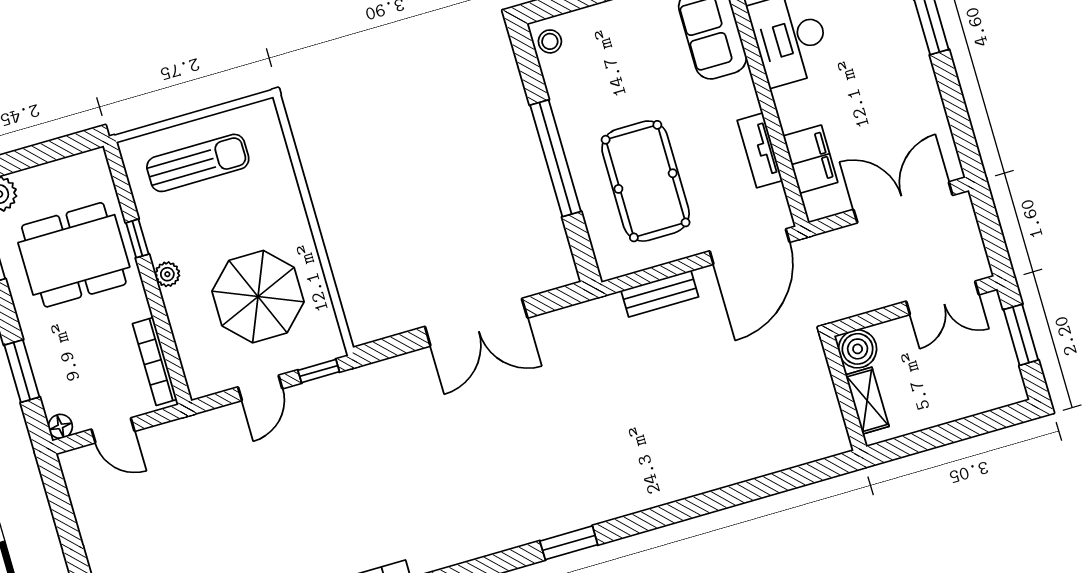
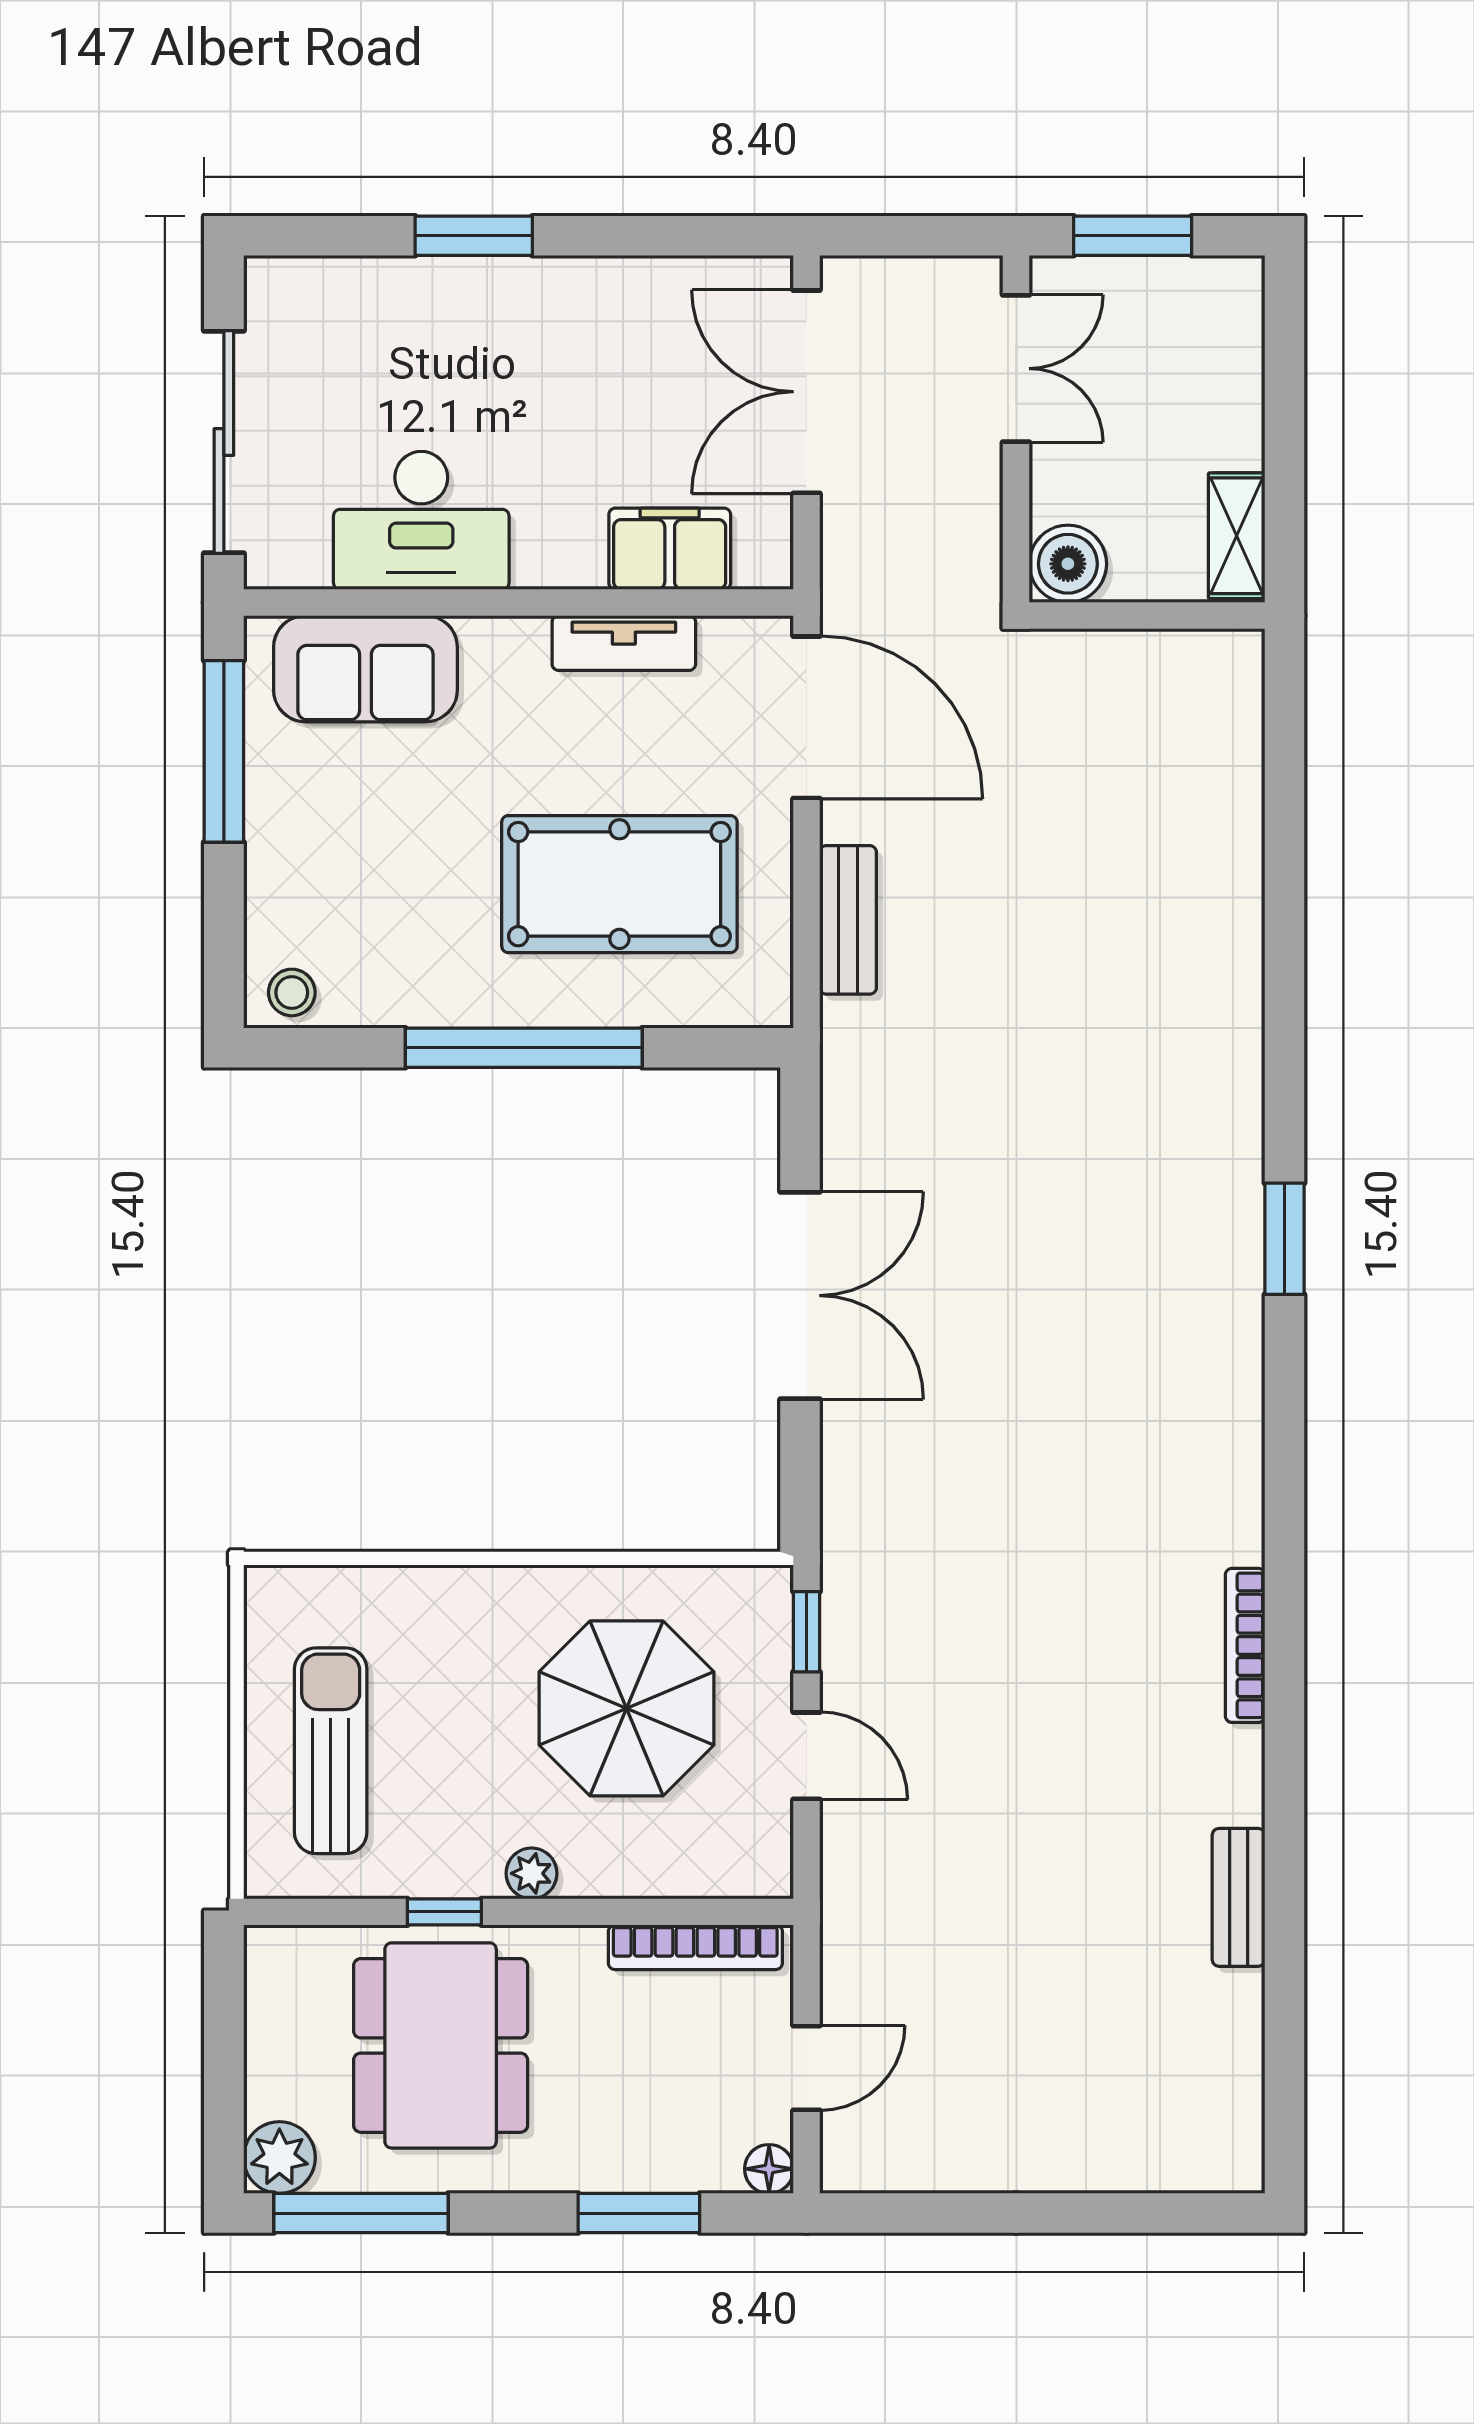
shelving: (867, 401) -> (1237, 536), moved, turned 90

